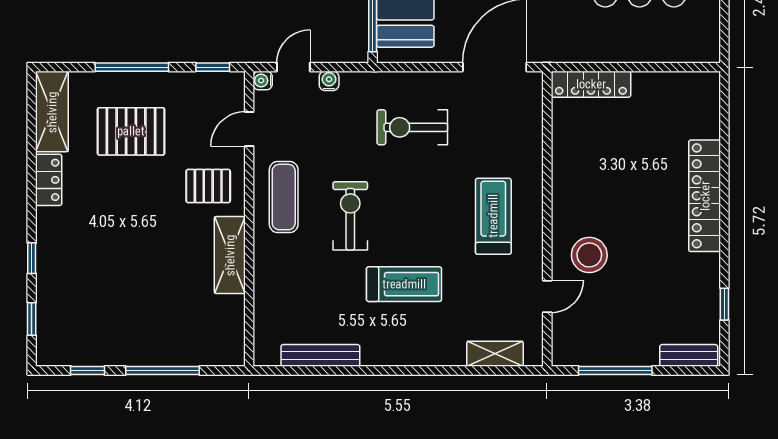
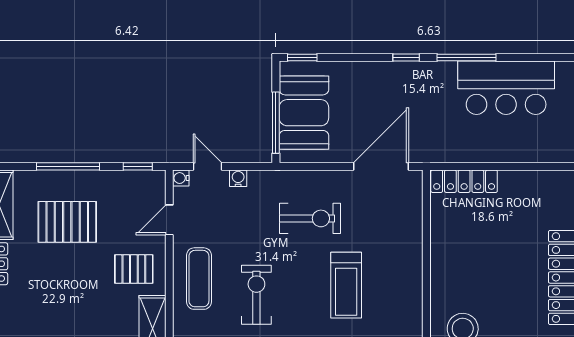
door: (293, 67) -> (207, 166), hinge flipped
exercise bike: (412, 127) -> (310, 218), turned 180
treadmill: (493, 216) -> (346, 285), moved, turned 180

